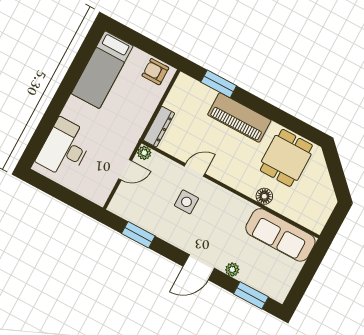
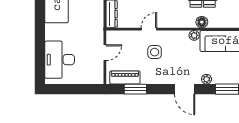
plant: (144, 153) -> (194, 35), moved
piano: (133, 213) -> (125, 77), added
door: (199, 267) -> (185, 89), hinge flipped

